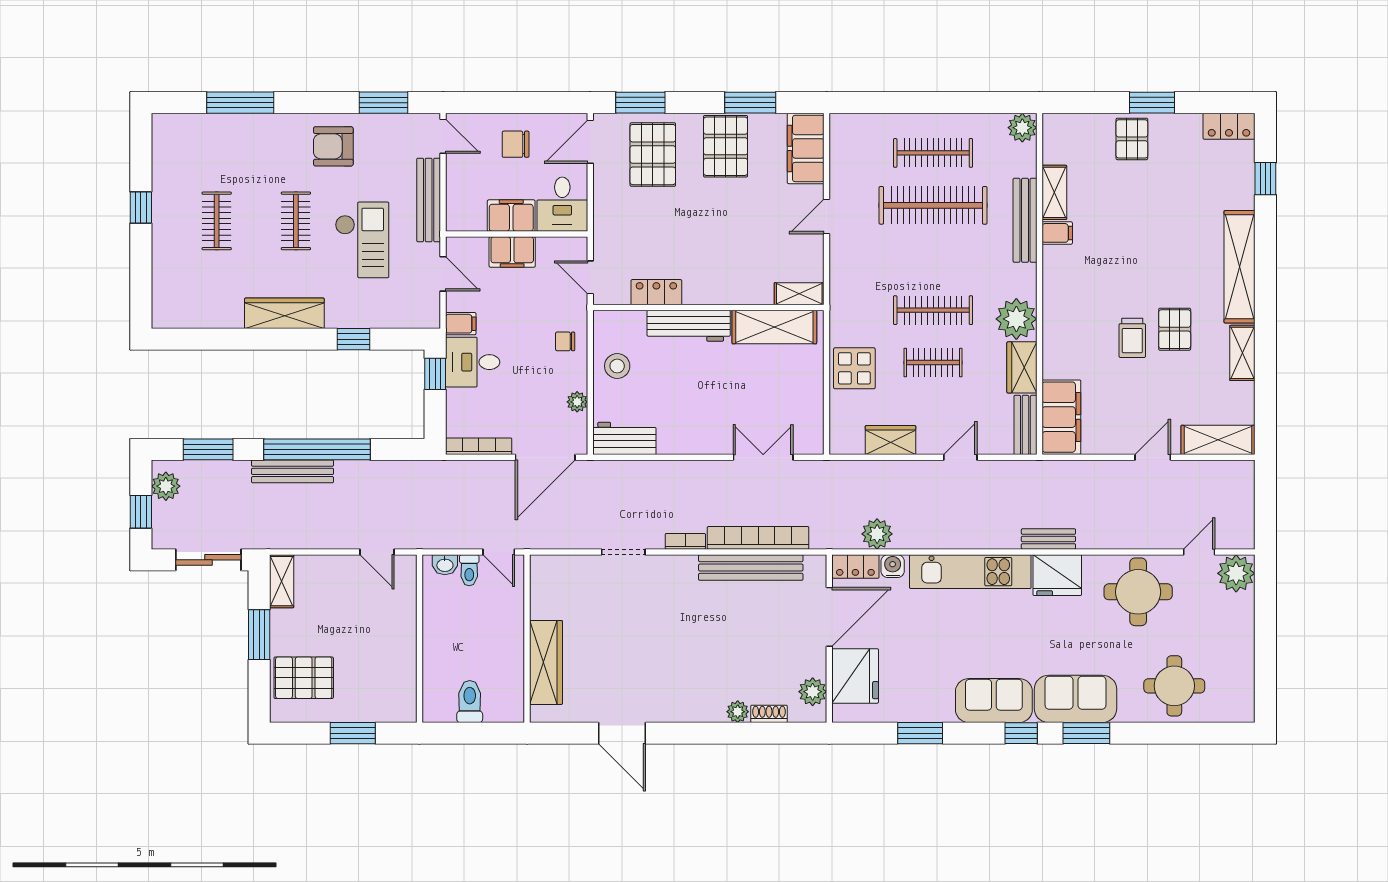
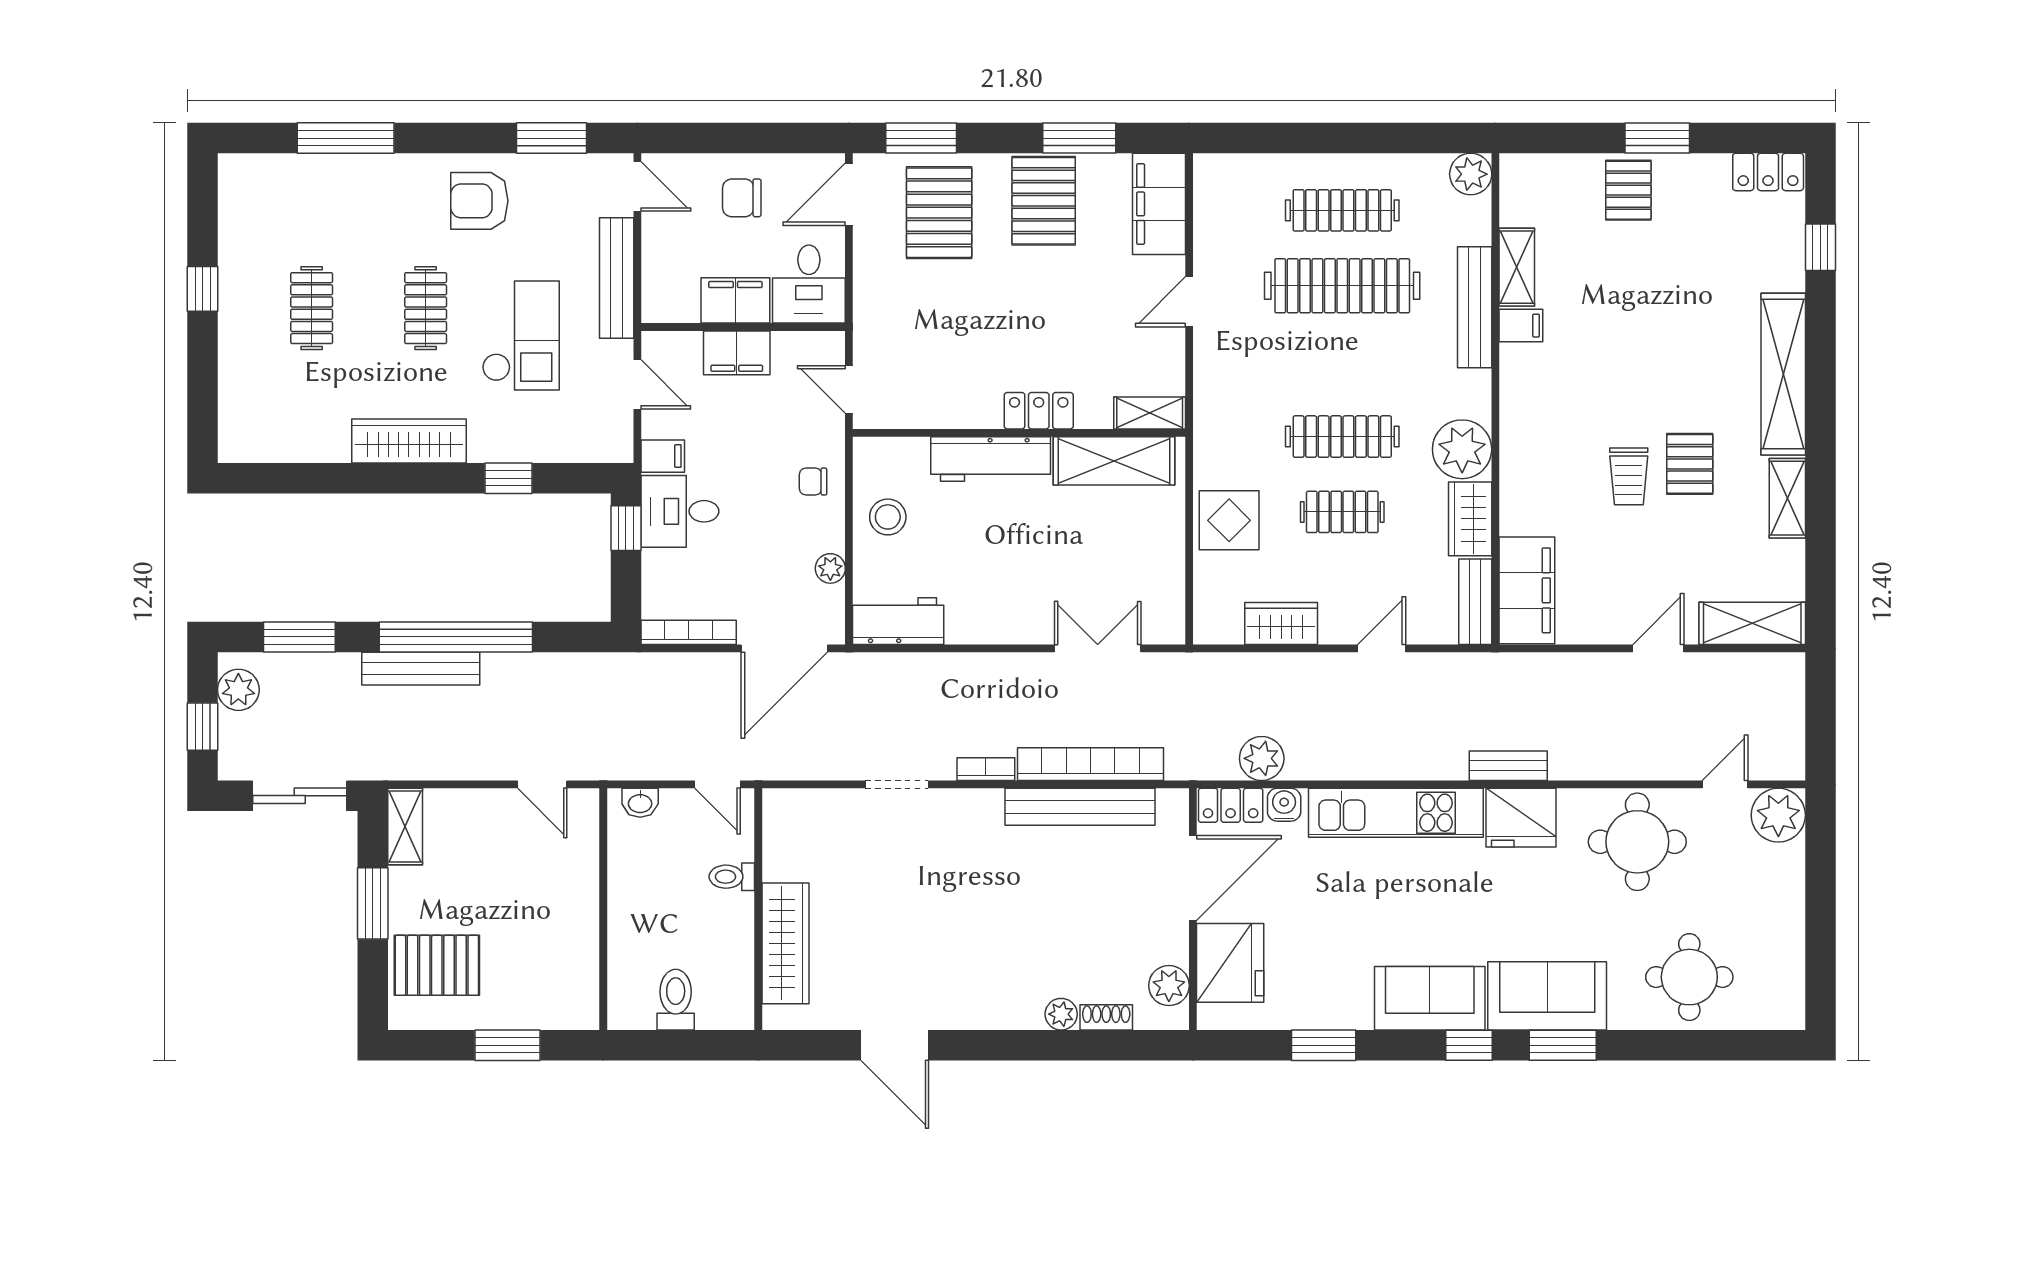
locker: (656, 292) -> (1039, 411), moved
toilet: (469, 570) -> (732, 877), moved, turned 90

